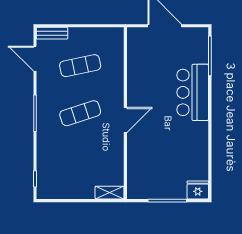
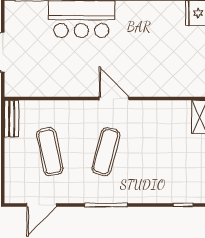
bench: (52, 33) -> (12, 119), moved
exercise mat: (80, 113) -> (106, 152), turned 33

